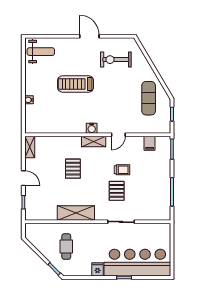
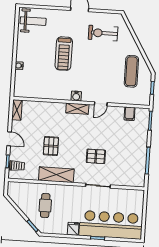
treadmill: (76, 84) -> (64, 54), turned -90
pallet: (73, 169) -> (51, 146), moved
trolley: (122, 170) -> (17, 166), moved
pallet: (117, 191) -> (96, 156), turned 90

